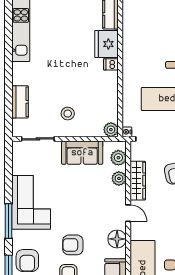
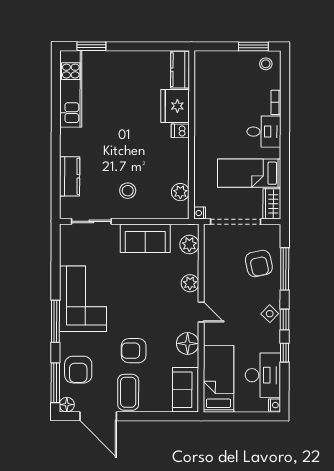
plant: (111, 130) -> (180, 192), moved
plant: (119, 178) -> (190, 283), moved
wardrobe: (138, 181) -> (213, 273), removed

